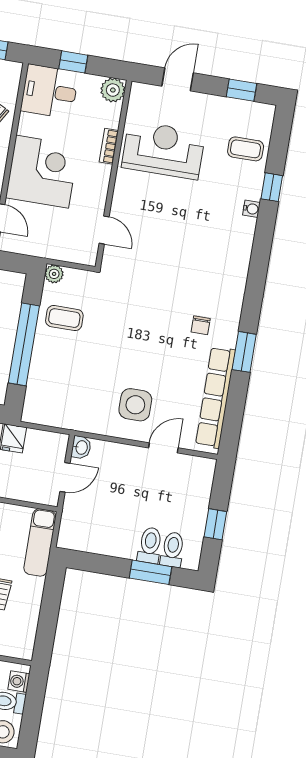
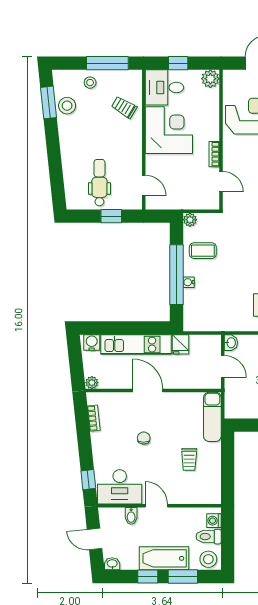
bookcase: (109, 146) -> (214, 154), moved
corner desk: (42, 172) -> (169, 130), moved
water cooler: (38, 357) -> (189, 282), added
door: (65, 477) -> (223, 366), hinge flipped

